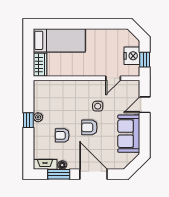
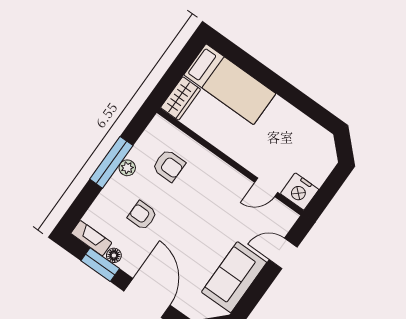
nightstand: (132, 56) -> (300, 191), moved, turned 90
window: (145, 60) -> (327, 193), removed
side table: (98, 106) -> (218, 210), removed
window: (28, 120) -> (111, 162), width x2.17
armchair: (89, 127) -> (169, 166), moved, turned 180

